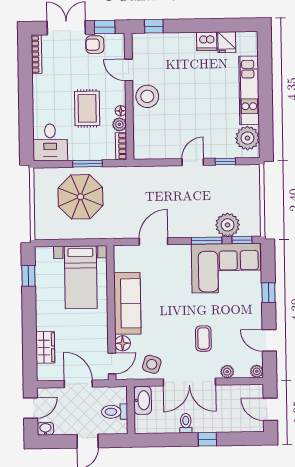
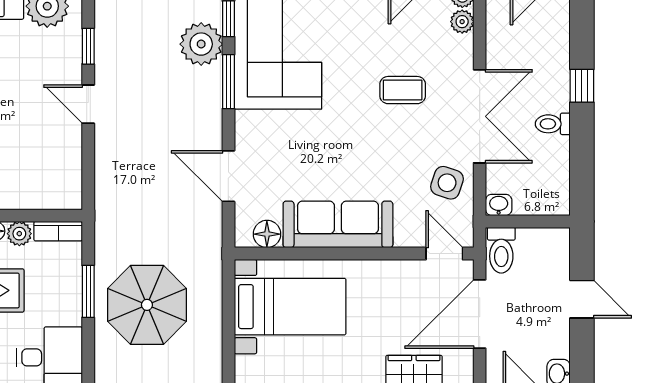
floor lamp: (123, 343) -> (267, 234), moved
plant: (227, 372) -> (462, 22), moved
door: (78, 384) -> (480, 314), width x1.36
washbasin: (143, 400) -> (499, 205), width x0.52, depth x0.69
toilet: (115, 412) -> (501, 250), moved

